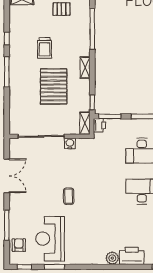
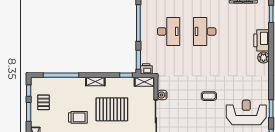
reception desk: (50, 239) -> (246, 112), turned 180

